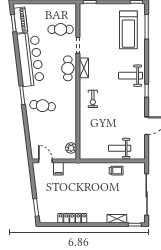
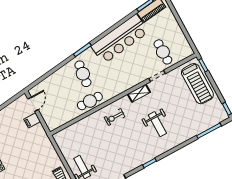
treadmill: (128, 30) -> (197, 84), moved, turned -90
cafe table: (68, 68) -> (90, 101), moved
weight bench: (131, 76) -> (157, 124), moved, turned 180
plant: (71, 148) -> (58, 122), removed

